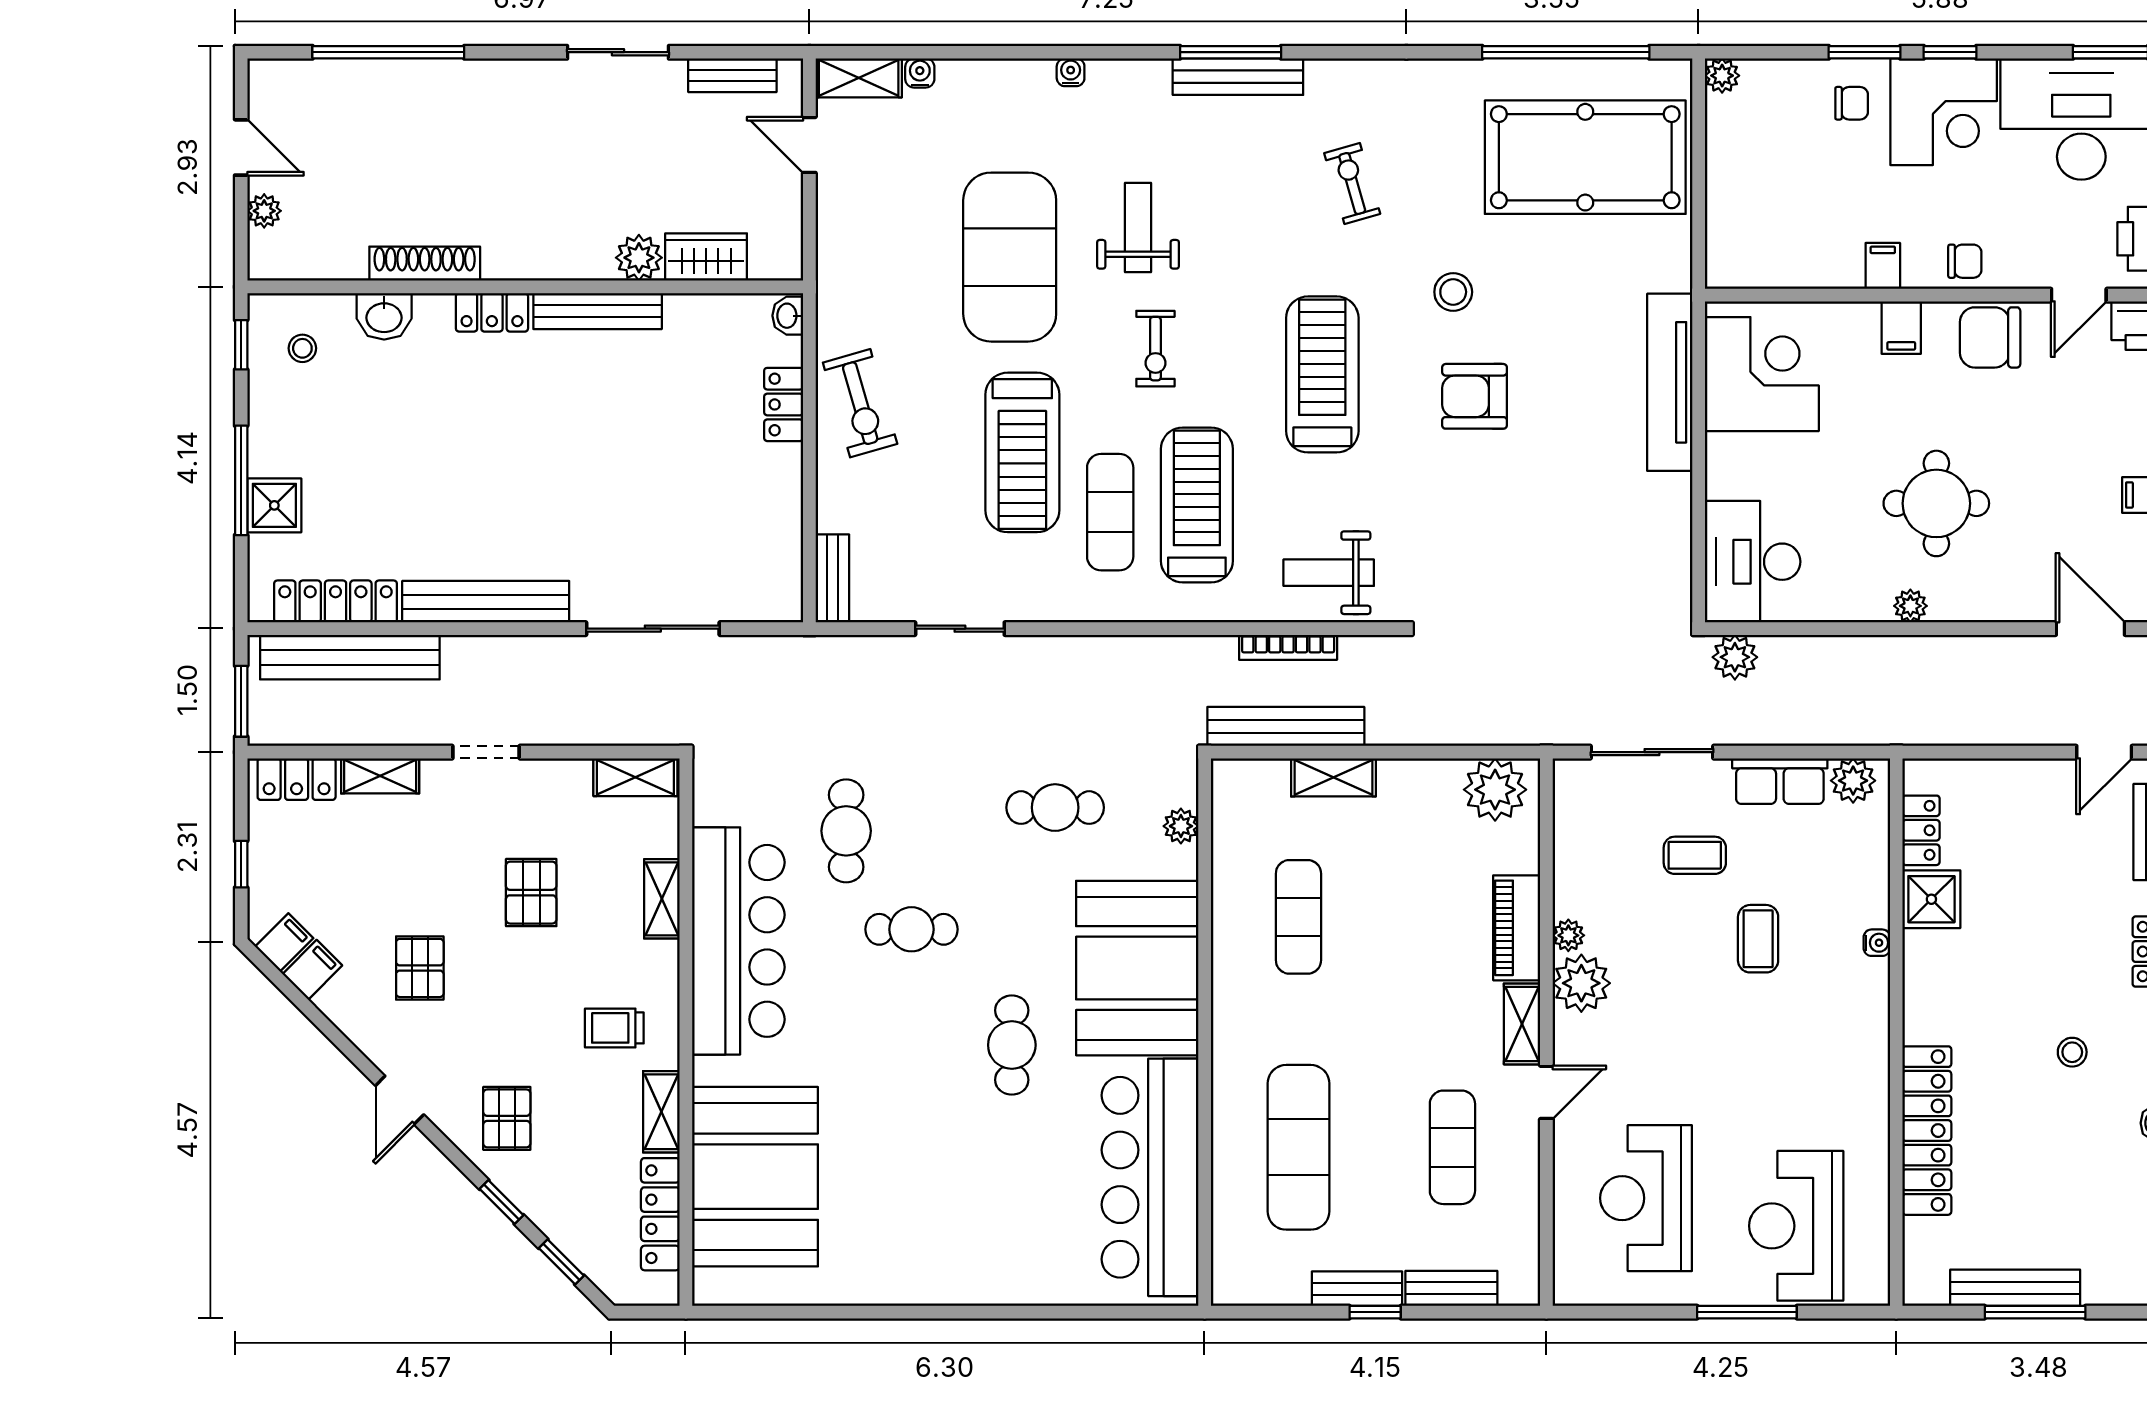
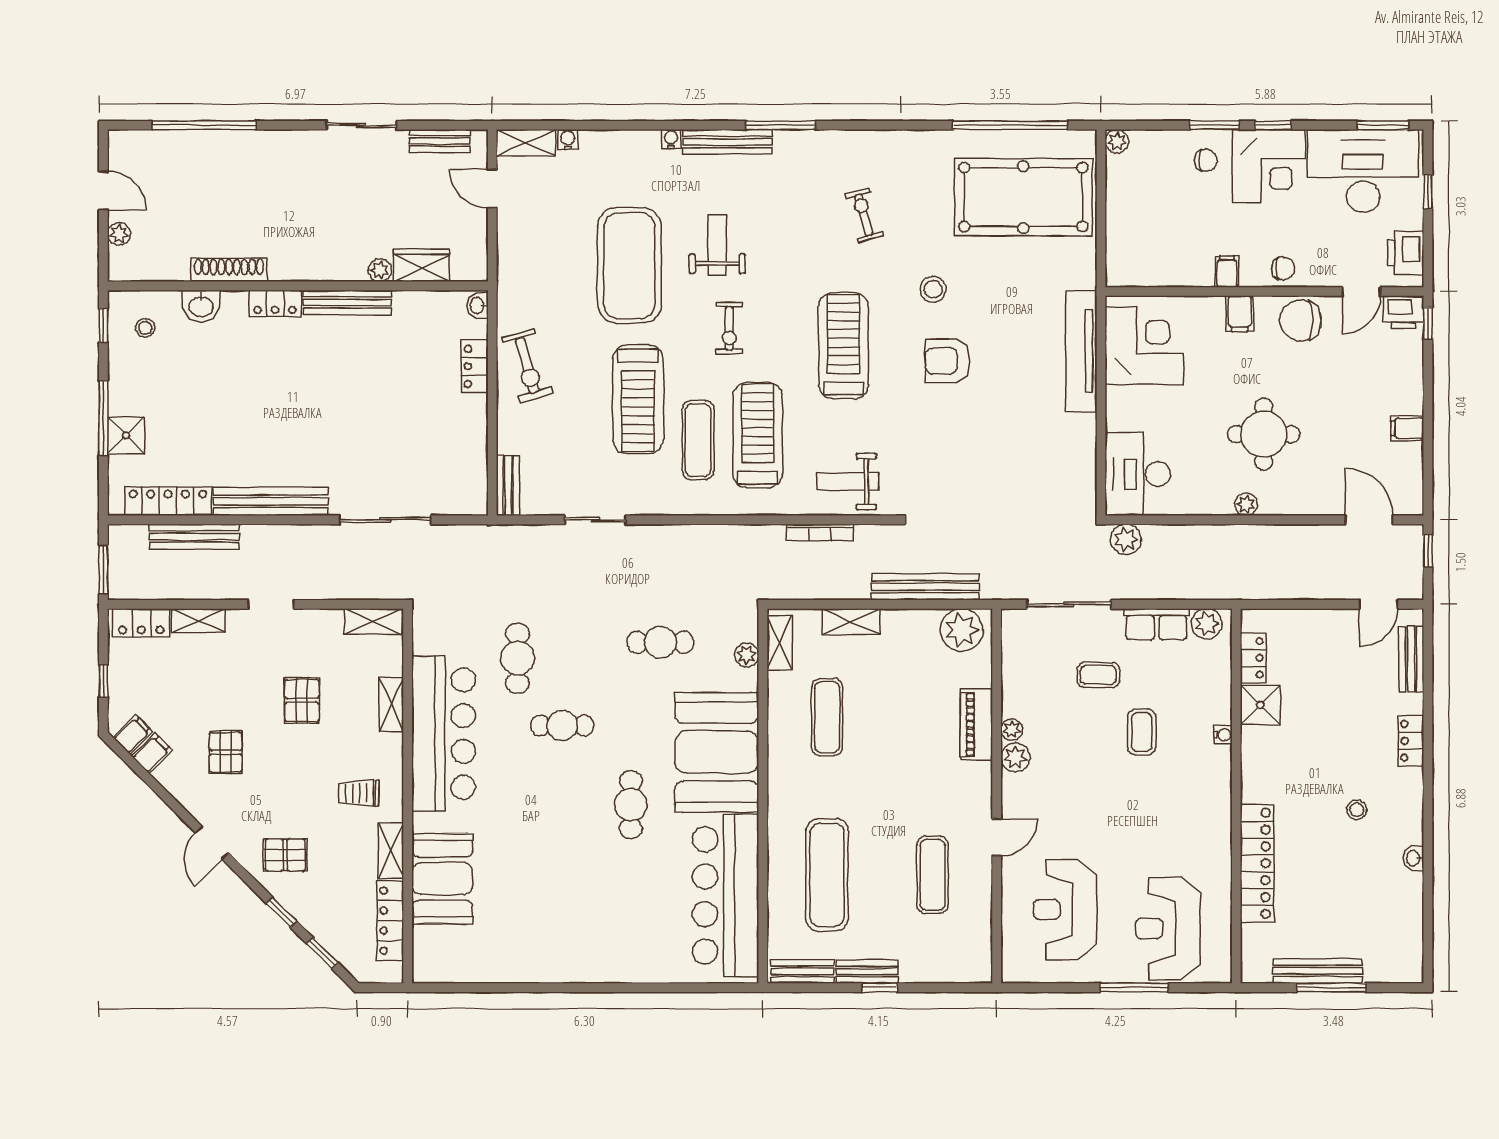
bench: (1238, 77) -> (727, 142), moved
plant: (639, 258) -> (380, 270), width x0.73, depth x0.73
bench: (350, 657) -> (194, 537), width x0.73, depth x0.82
bench: (1286, 726) -> (925, 587), moved
plant: (1581, 983) -> (1015, 757), width x0.73, depth x0.73
shelving: (1522, 1024) -> (779, 643), moved
pallet: (507, 1118) -> (285, 855), turned 90
booth: (755, 1177) -> (442, 879), width x0.73, depth x0.70
bench: (1451, 1288) -> (803, 971), moved

